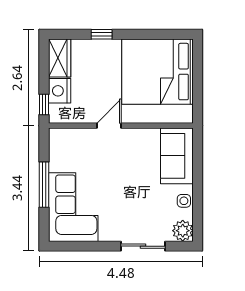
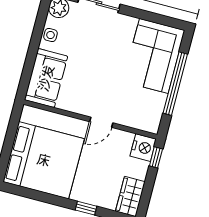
nightstand: (60, 91) -> (143, 148), moved
window: (44, 185) -> (175, 84), width x1.46

